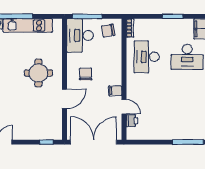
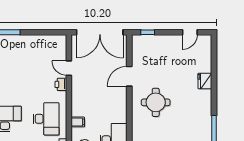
chair: (86, 74) -> (108, 101), removed
filing cabinet: (115, 91) -> (78, 122), moved
printer: (132, 121) -> (61, 84), moved

